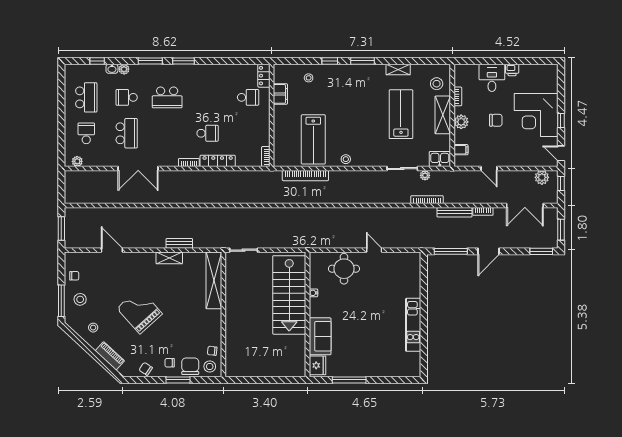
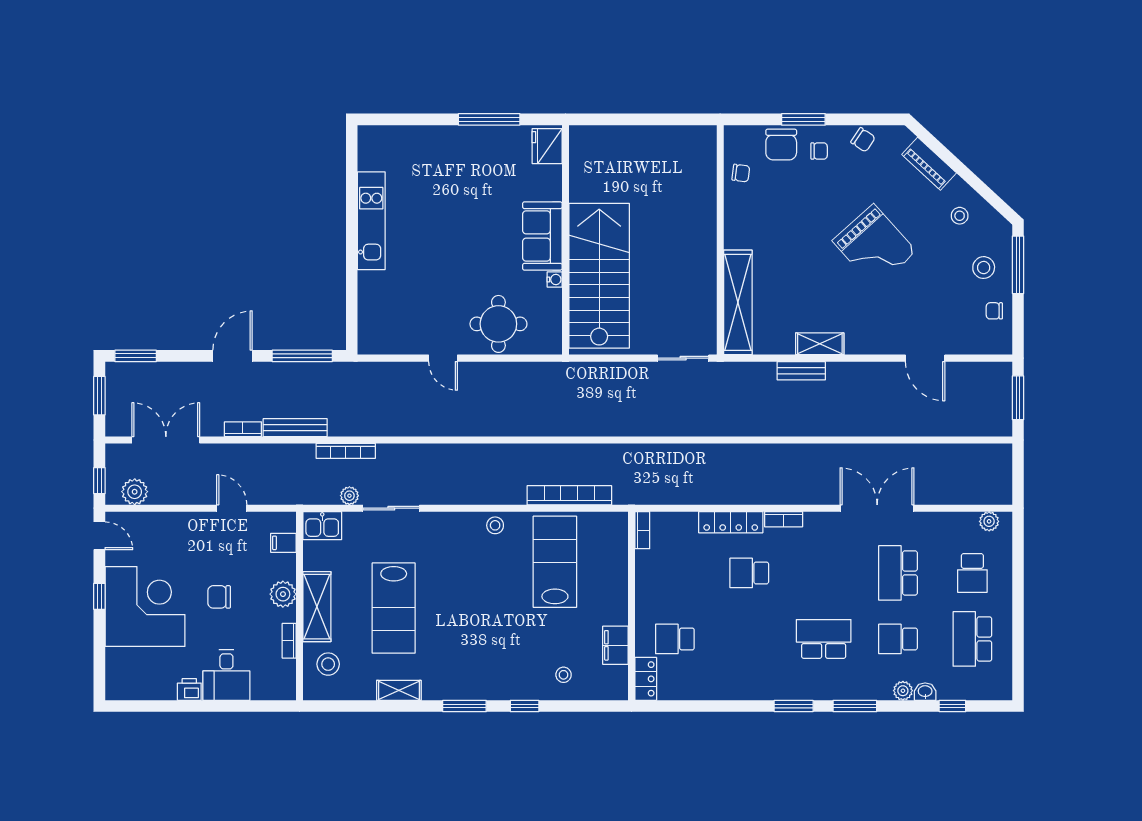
school desk: (127, 97) -> (898, 639), turned 180
sofa: (320, 336) -> (542, 236), moved
stool: (210, 366) -> (745, 144), removed

